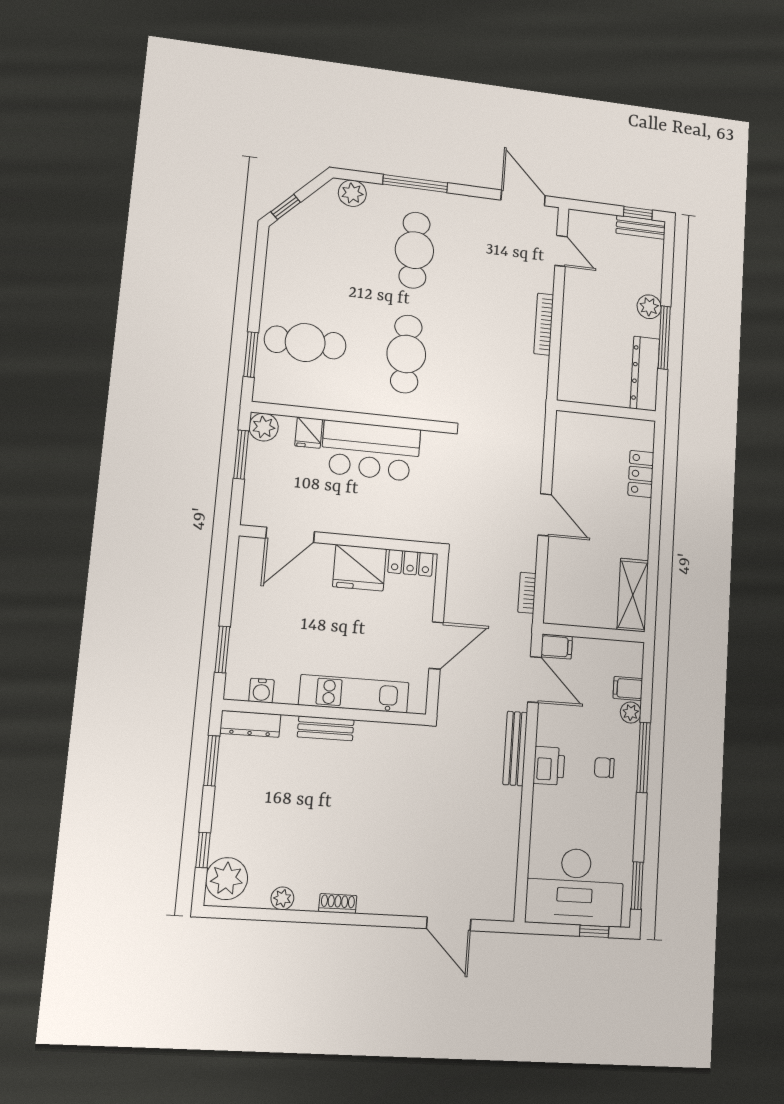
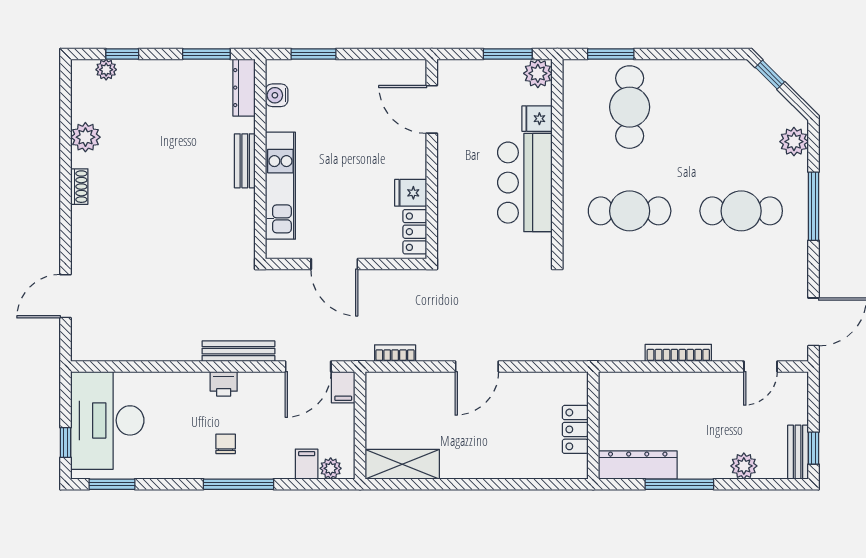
plant: (649, 307) -> (744, 466), moved
locker: (641, 474) -> (575, 429), moved, turned -90
fridge: (360, 568) -> (411, 193), width x0.53, depth x0.75
plant: (631, 712) -> (331, 468), moved
printer: (549, 766) -> (224, 384), width x0.73, depth x0.81
plant: (227, 879) -> (106, 70), width x0.53, depth x0.53
plant: (282, 898) -> (85, 137), width x1.38, depth x1.38

